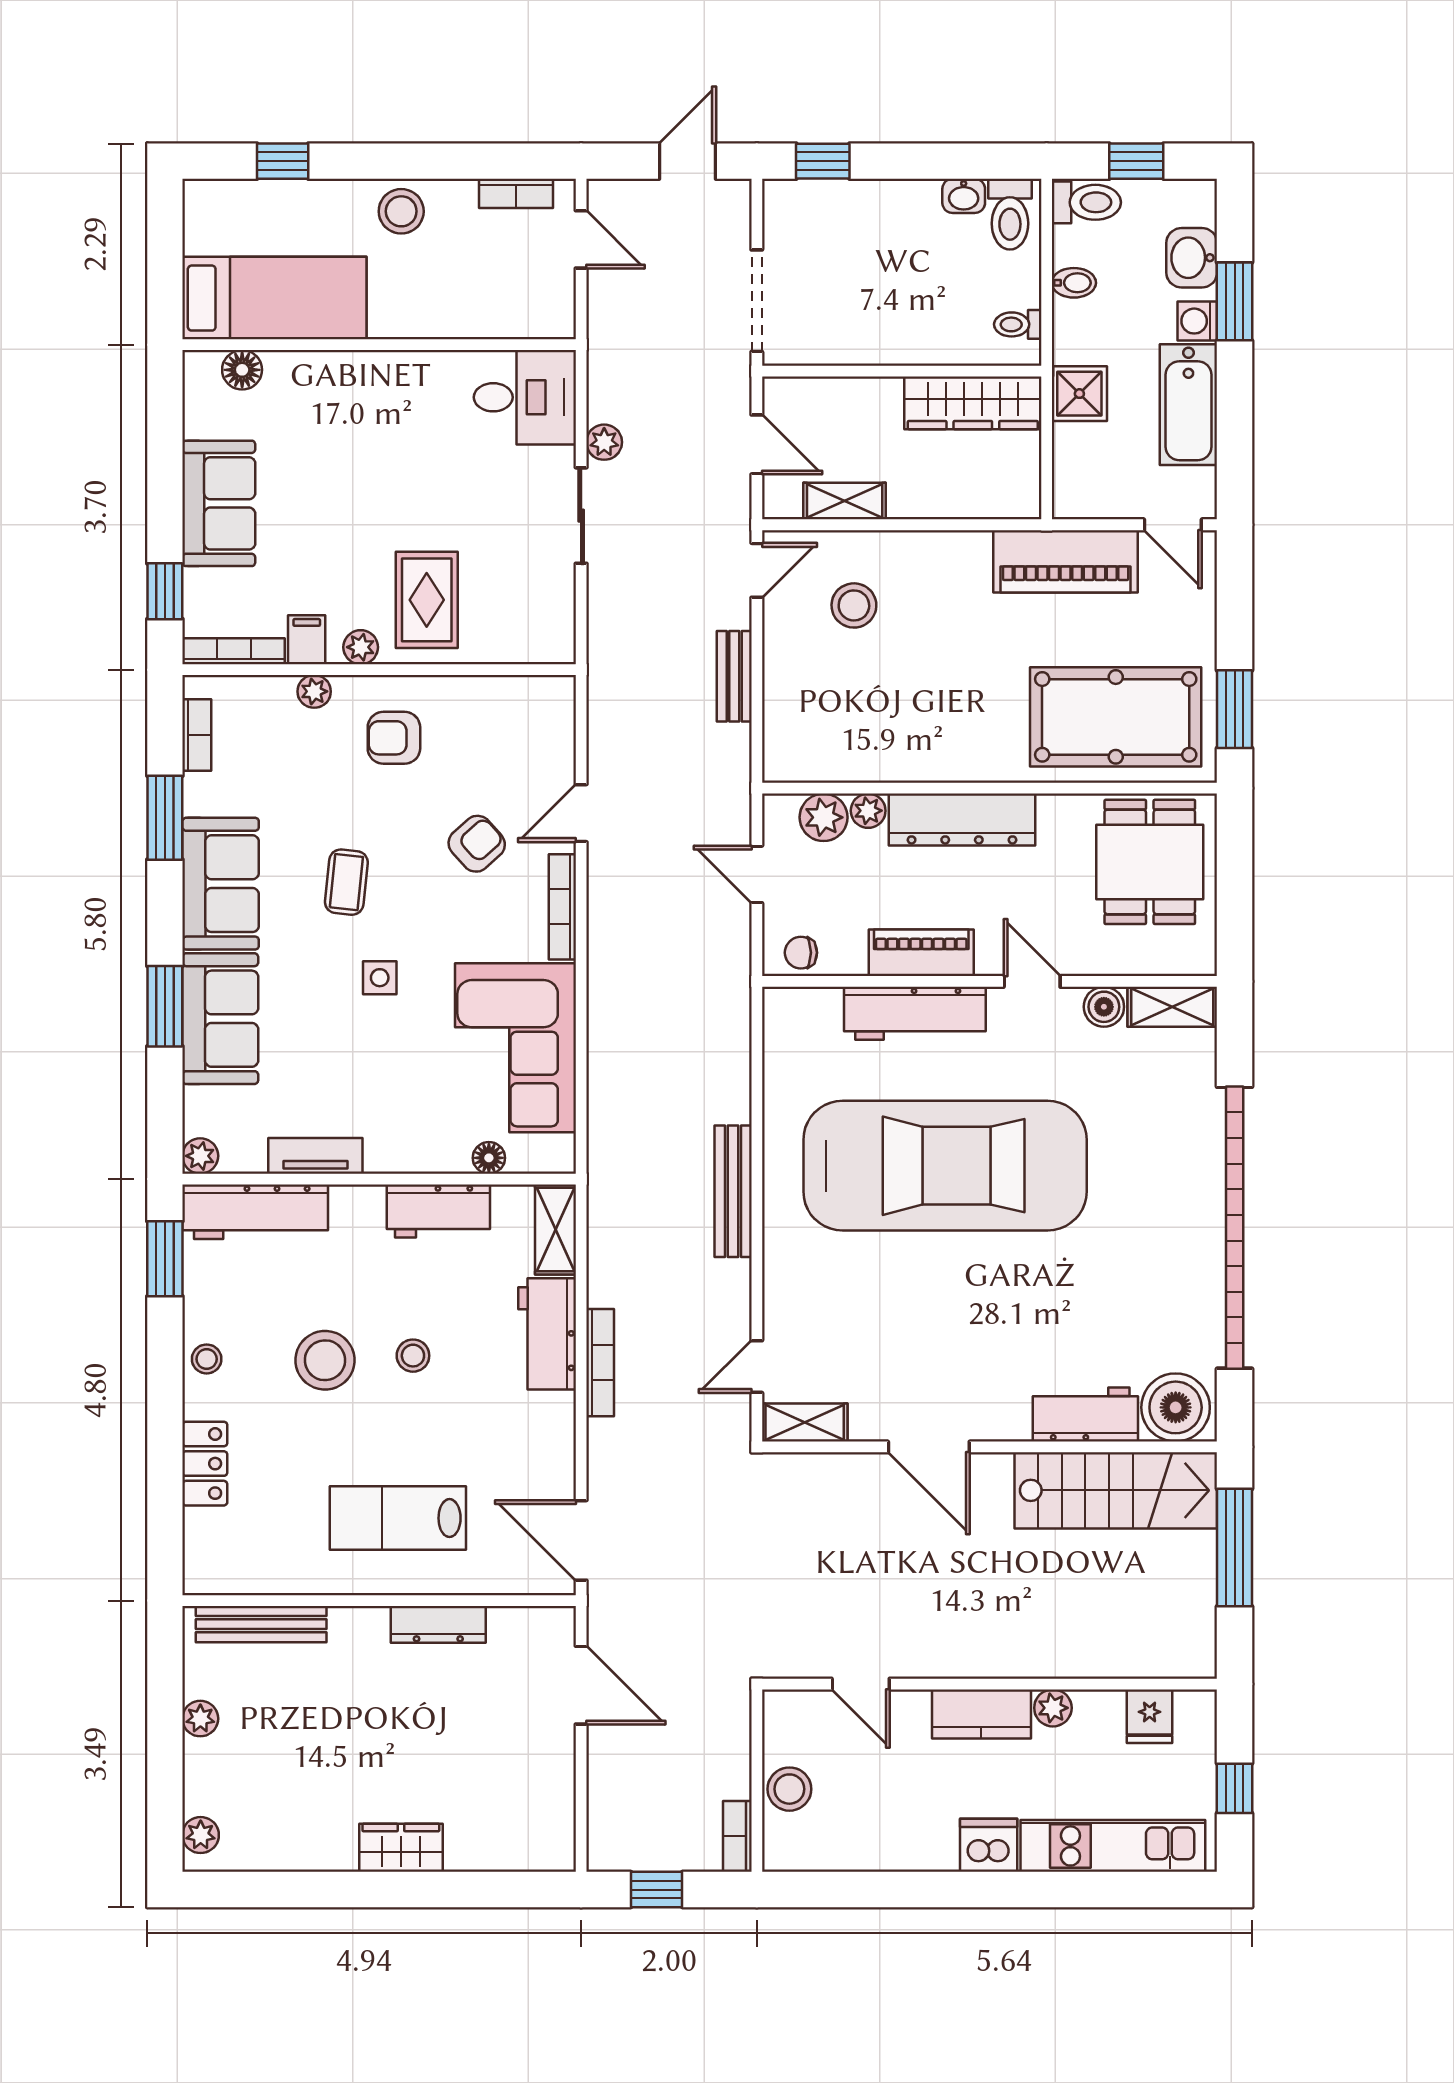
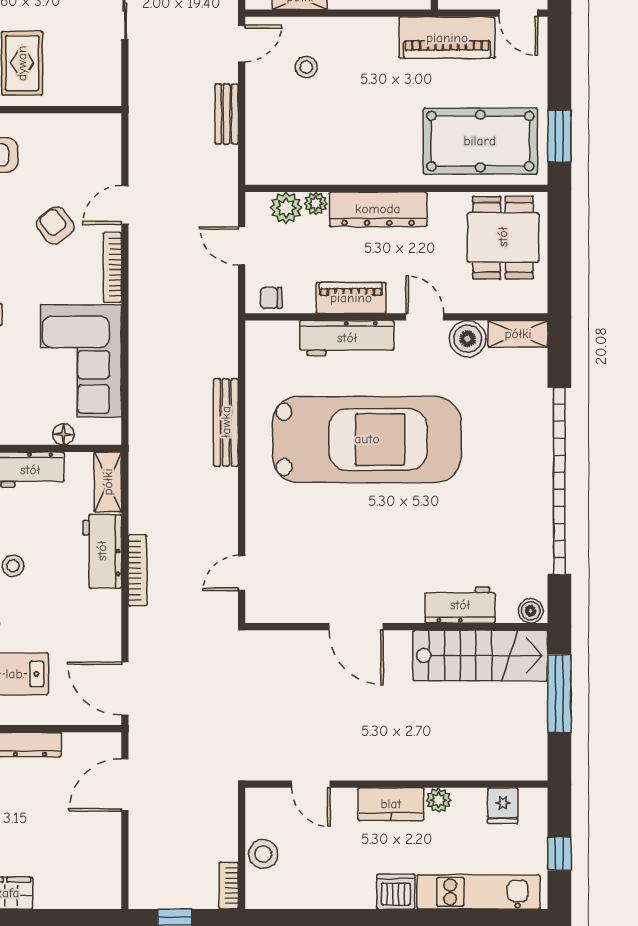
stool: (854, 605) -> (306, 67), width x0.73, depth x0.73
armchair: (477, 844) -> (55, 225), turned -86
boiler: (1104, 1007) -> (468, 339), width x1.36, depth x1.36
bench: (733, 1191) -> (226, 422), moved
boiler: (1176, 1407) -> (531, 611), width x0.54, depth x0.54
shelving: (805, 1422) -> (273, 610), removed
door: (581, 1685) -> (125, 785), swing flipped

